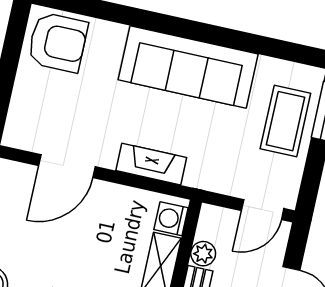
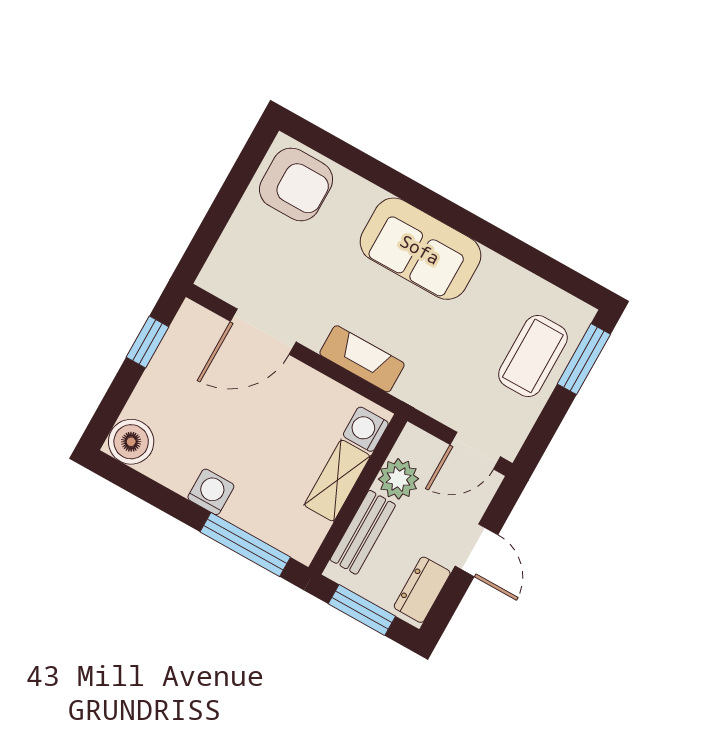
sofa: (188, 67) -> (420, 249), width x0.73
plant: (203, 254) -> (398, 479), width x1.38, depth x1.38

